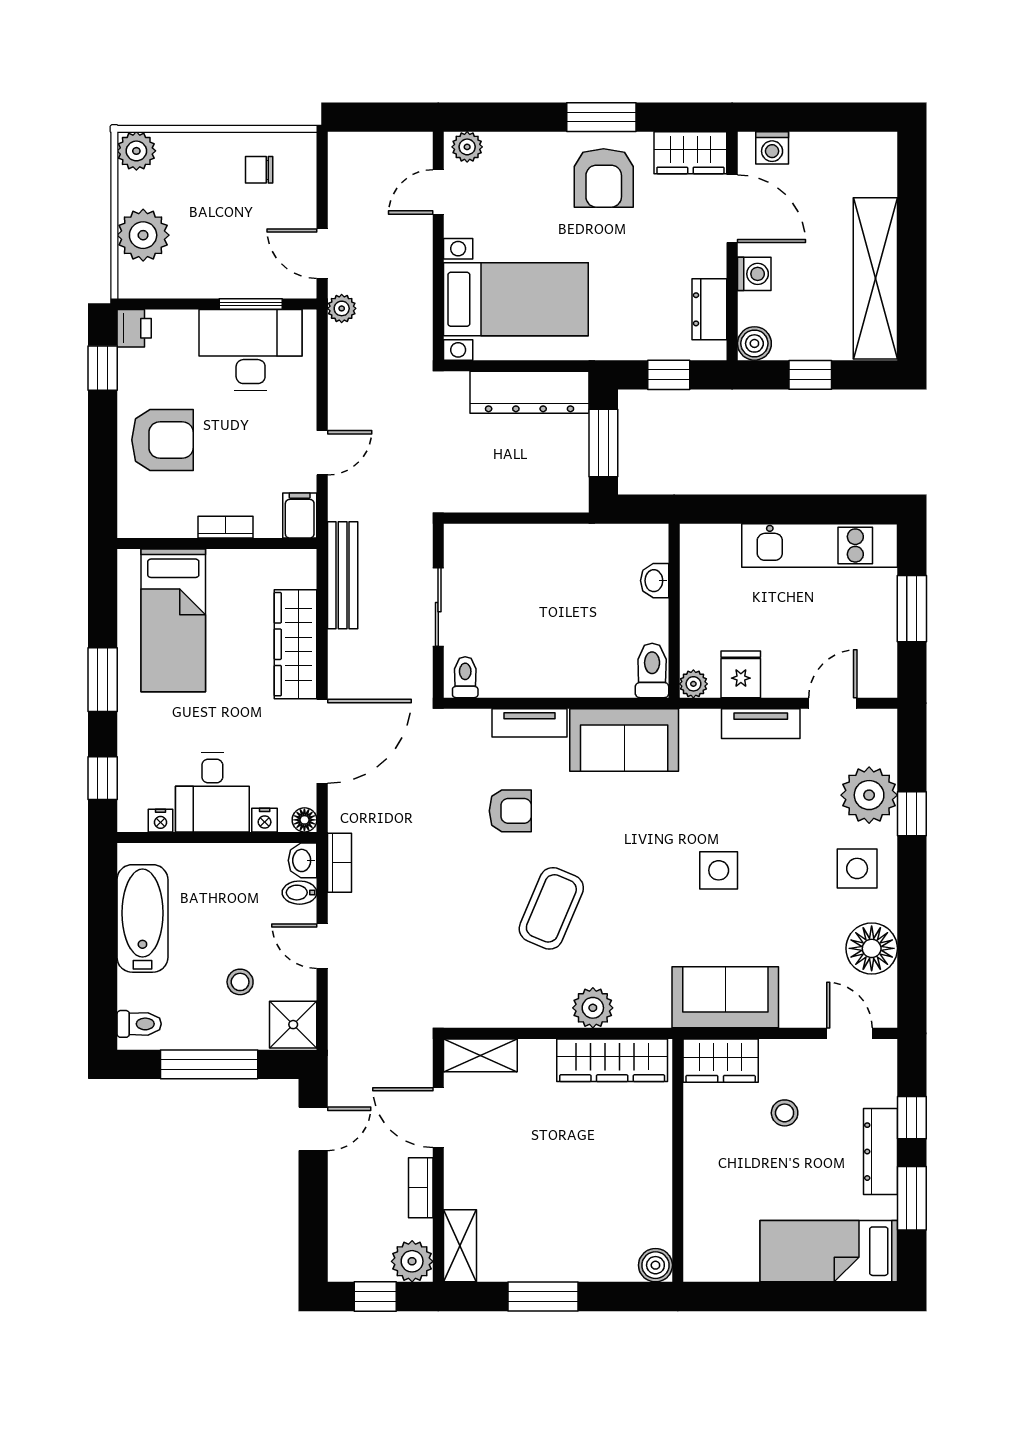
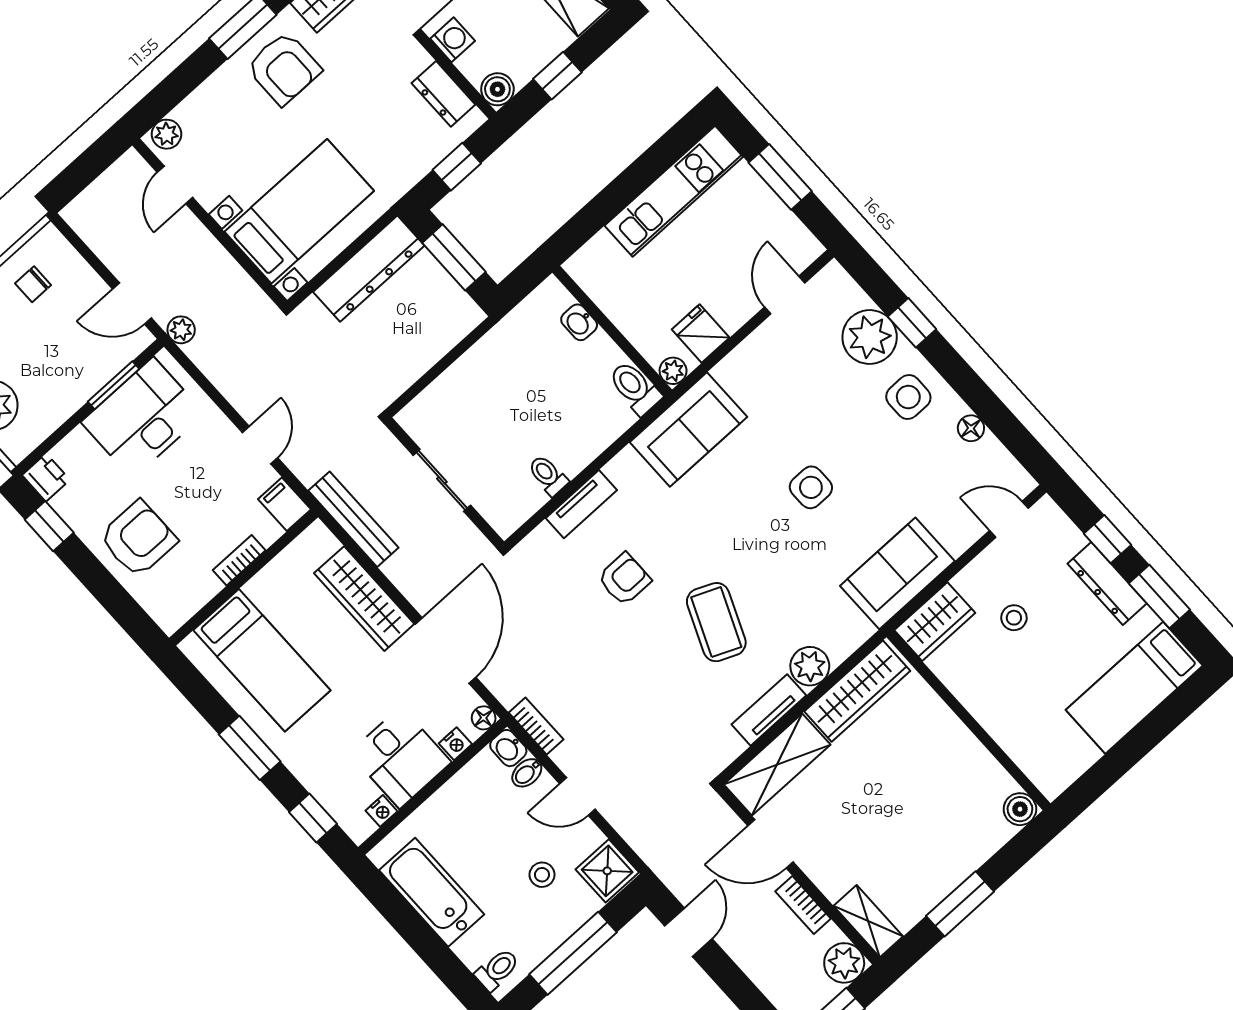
toilet: (465, 677) -> (548, 475), moved
tv unit: (761, 724) -> (769, 710), moved, turned 180
sofa: (624, 740) -> (688, 430), moved
floor lamp: (872, 948) -> (971, 428), width x0.53, depth x0.53
shelving: (480, 1055) -> (777, 764), width x1.50, depth x1.33

